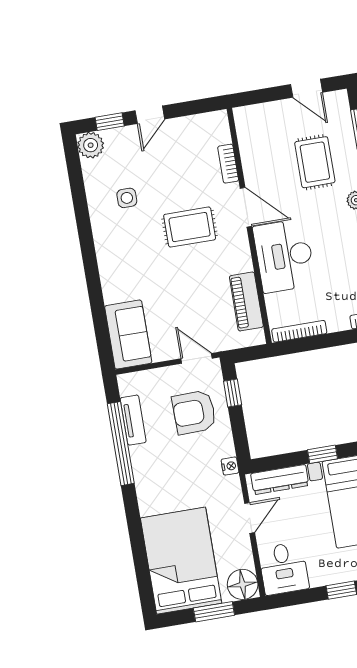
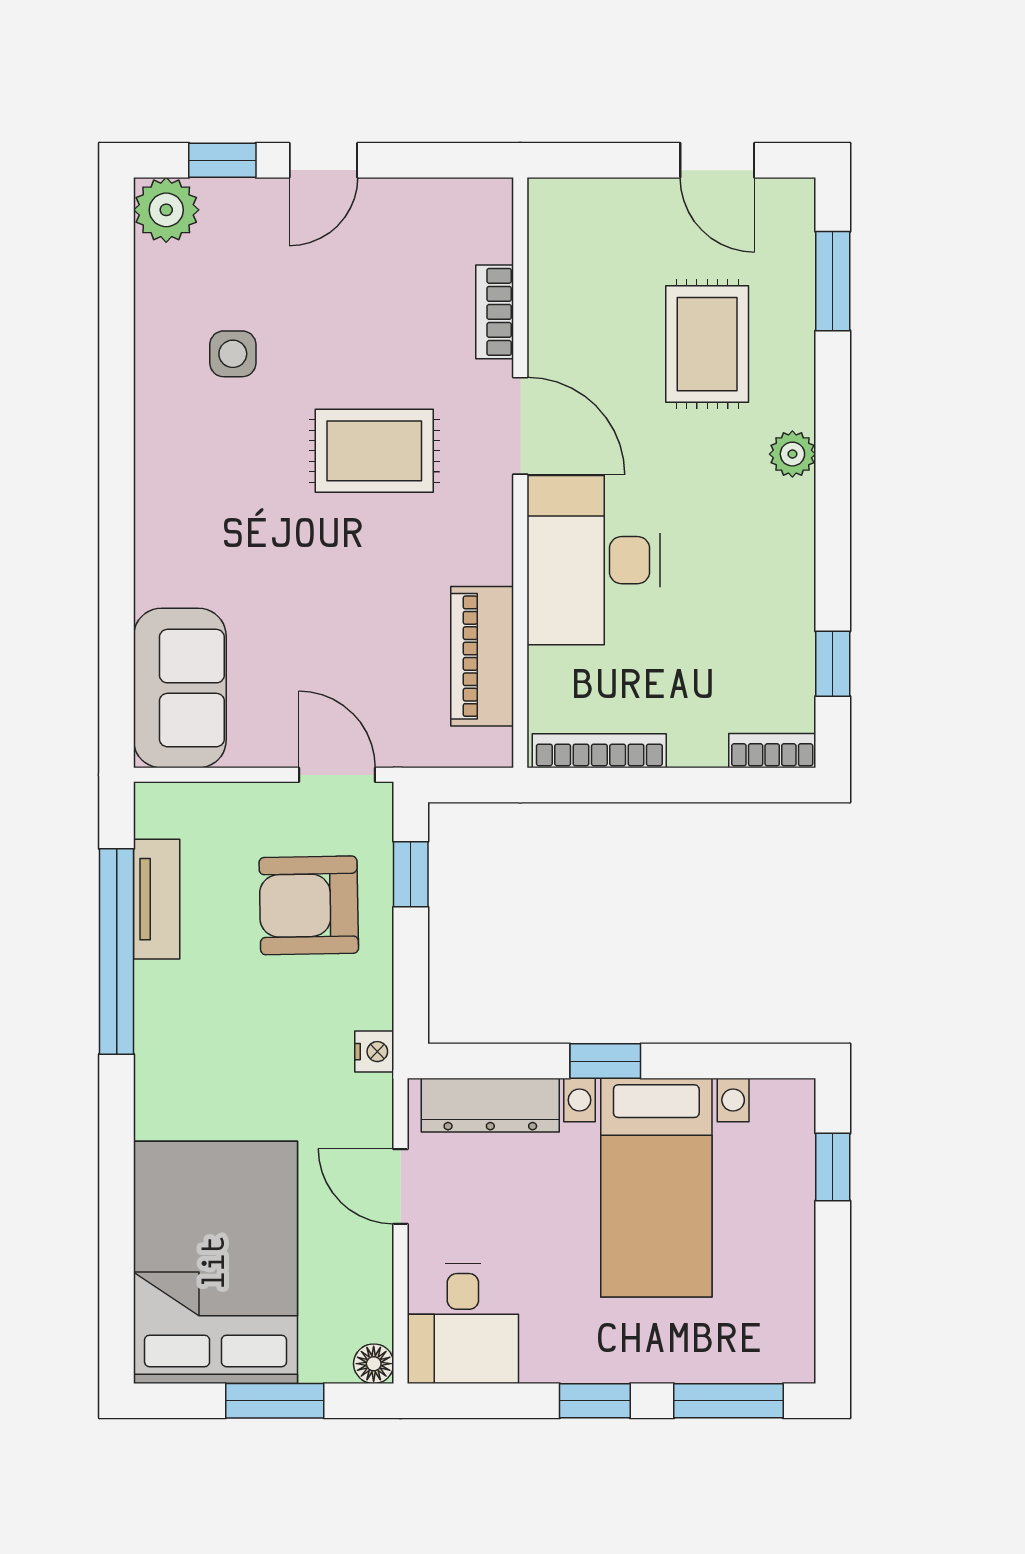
door: (250, 518) -> (401, 1186), swing flipped
floor lamp: (243, 584) -> (374, 1364), width x0.53, depth x0.53

